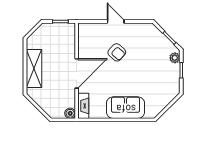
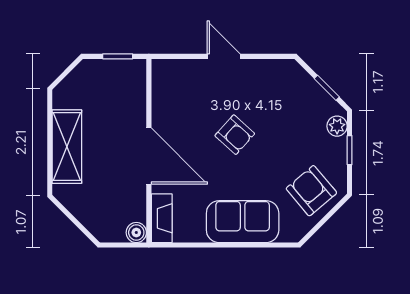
armchair: (117, 52) -> (235, 135), moved
door: (77, 73) -> (149, 156), hinge flipped
armchair: (161, 91) -> (311, 191), added

